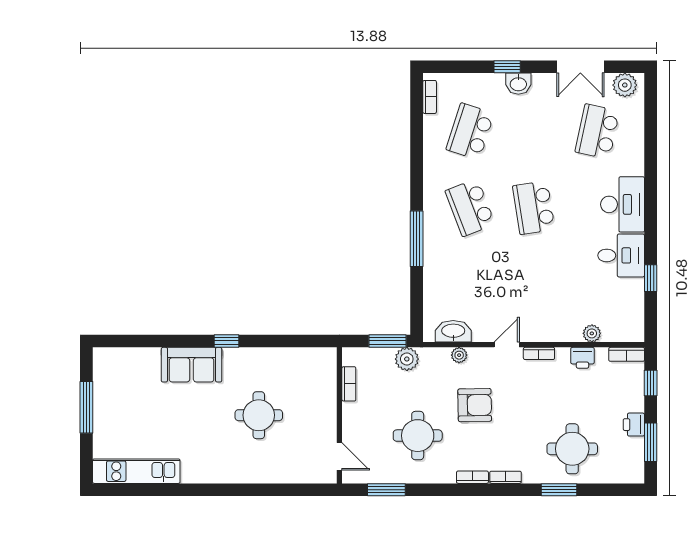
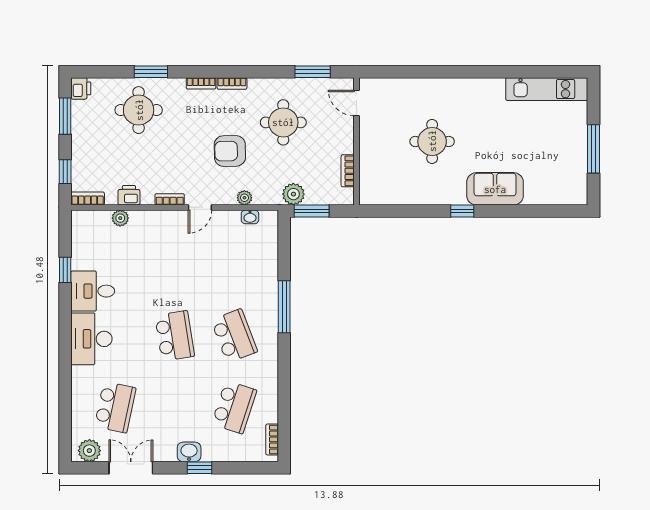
washbasin: (453, 331) -> (250, 217), width x0.52, depth x0.69
printer: (634, 425) -> (81, 88), moved

